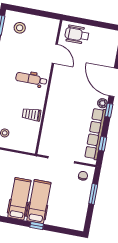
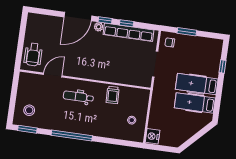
dental chair: (31, 79) -> (78, 97), turned 90
window: (103, 144) -> (127, 23), moved
window: (37, 226) -> (223, 67), moved

